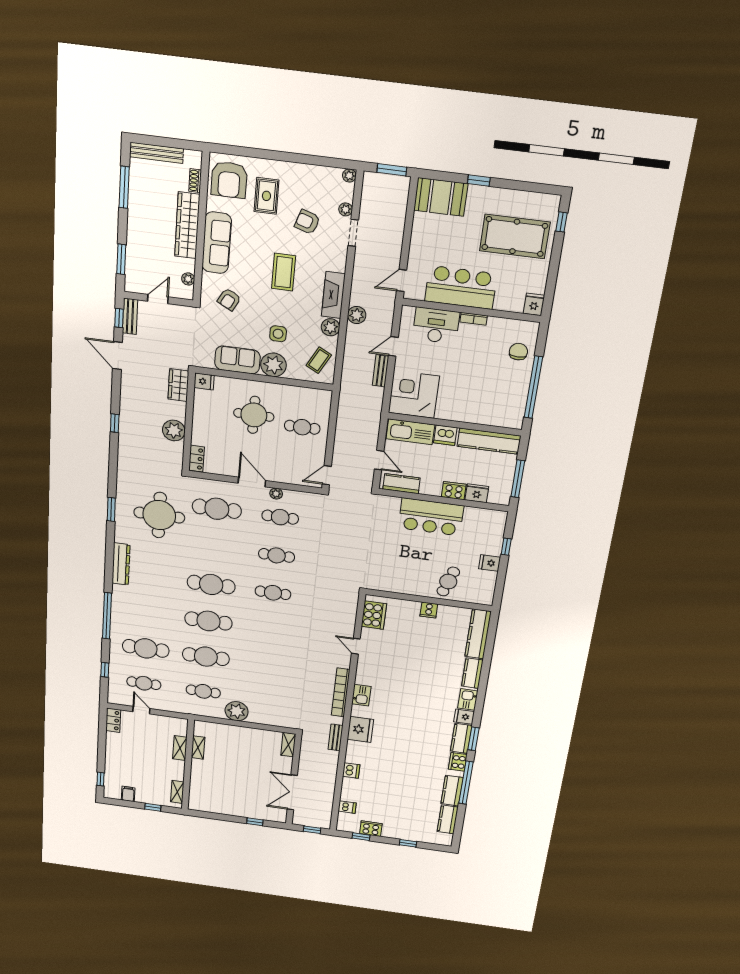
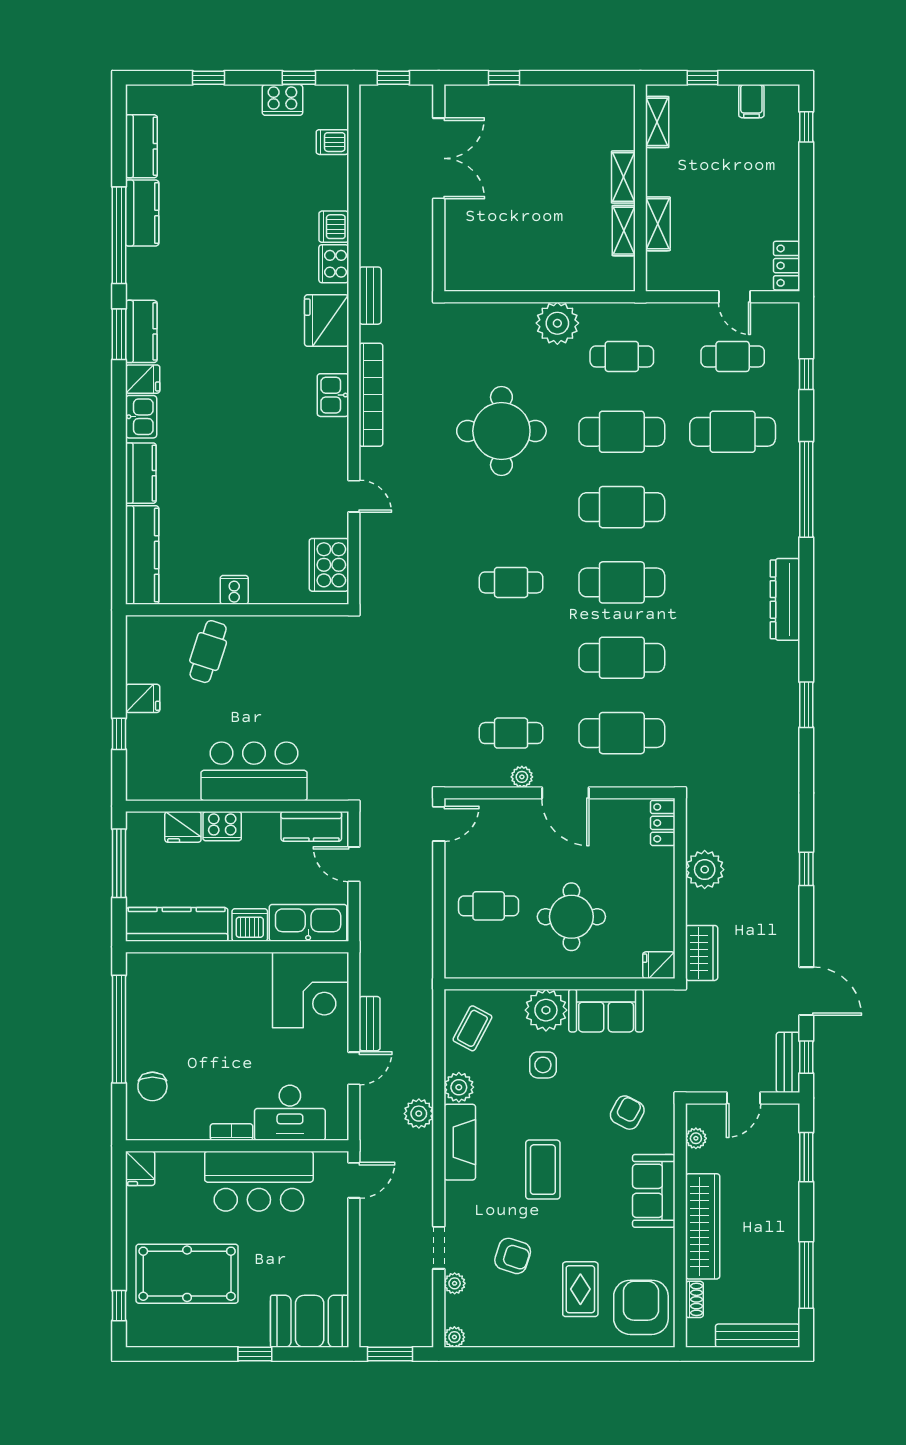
sofa: (217, 243) -> (654, 1191), width x0.73
round table: (159, 515) -> (501, 431), moved
cafe table: (277, 555) -> (622, 658), moved, width x1.37, depth x1.35
shelving: (288, 745) -> (623, 177), moved
cooker: (458, 762) -> (334, 264), moved, turned 180

